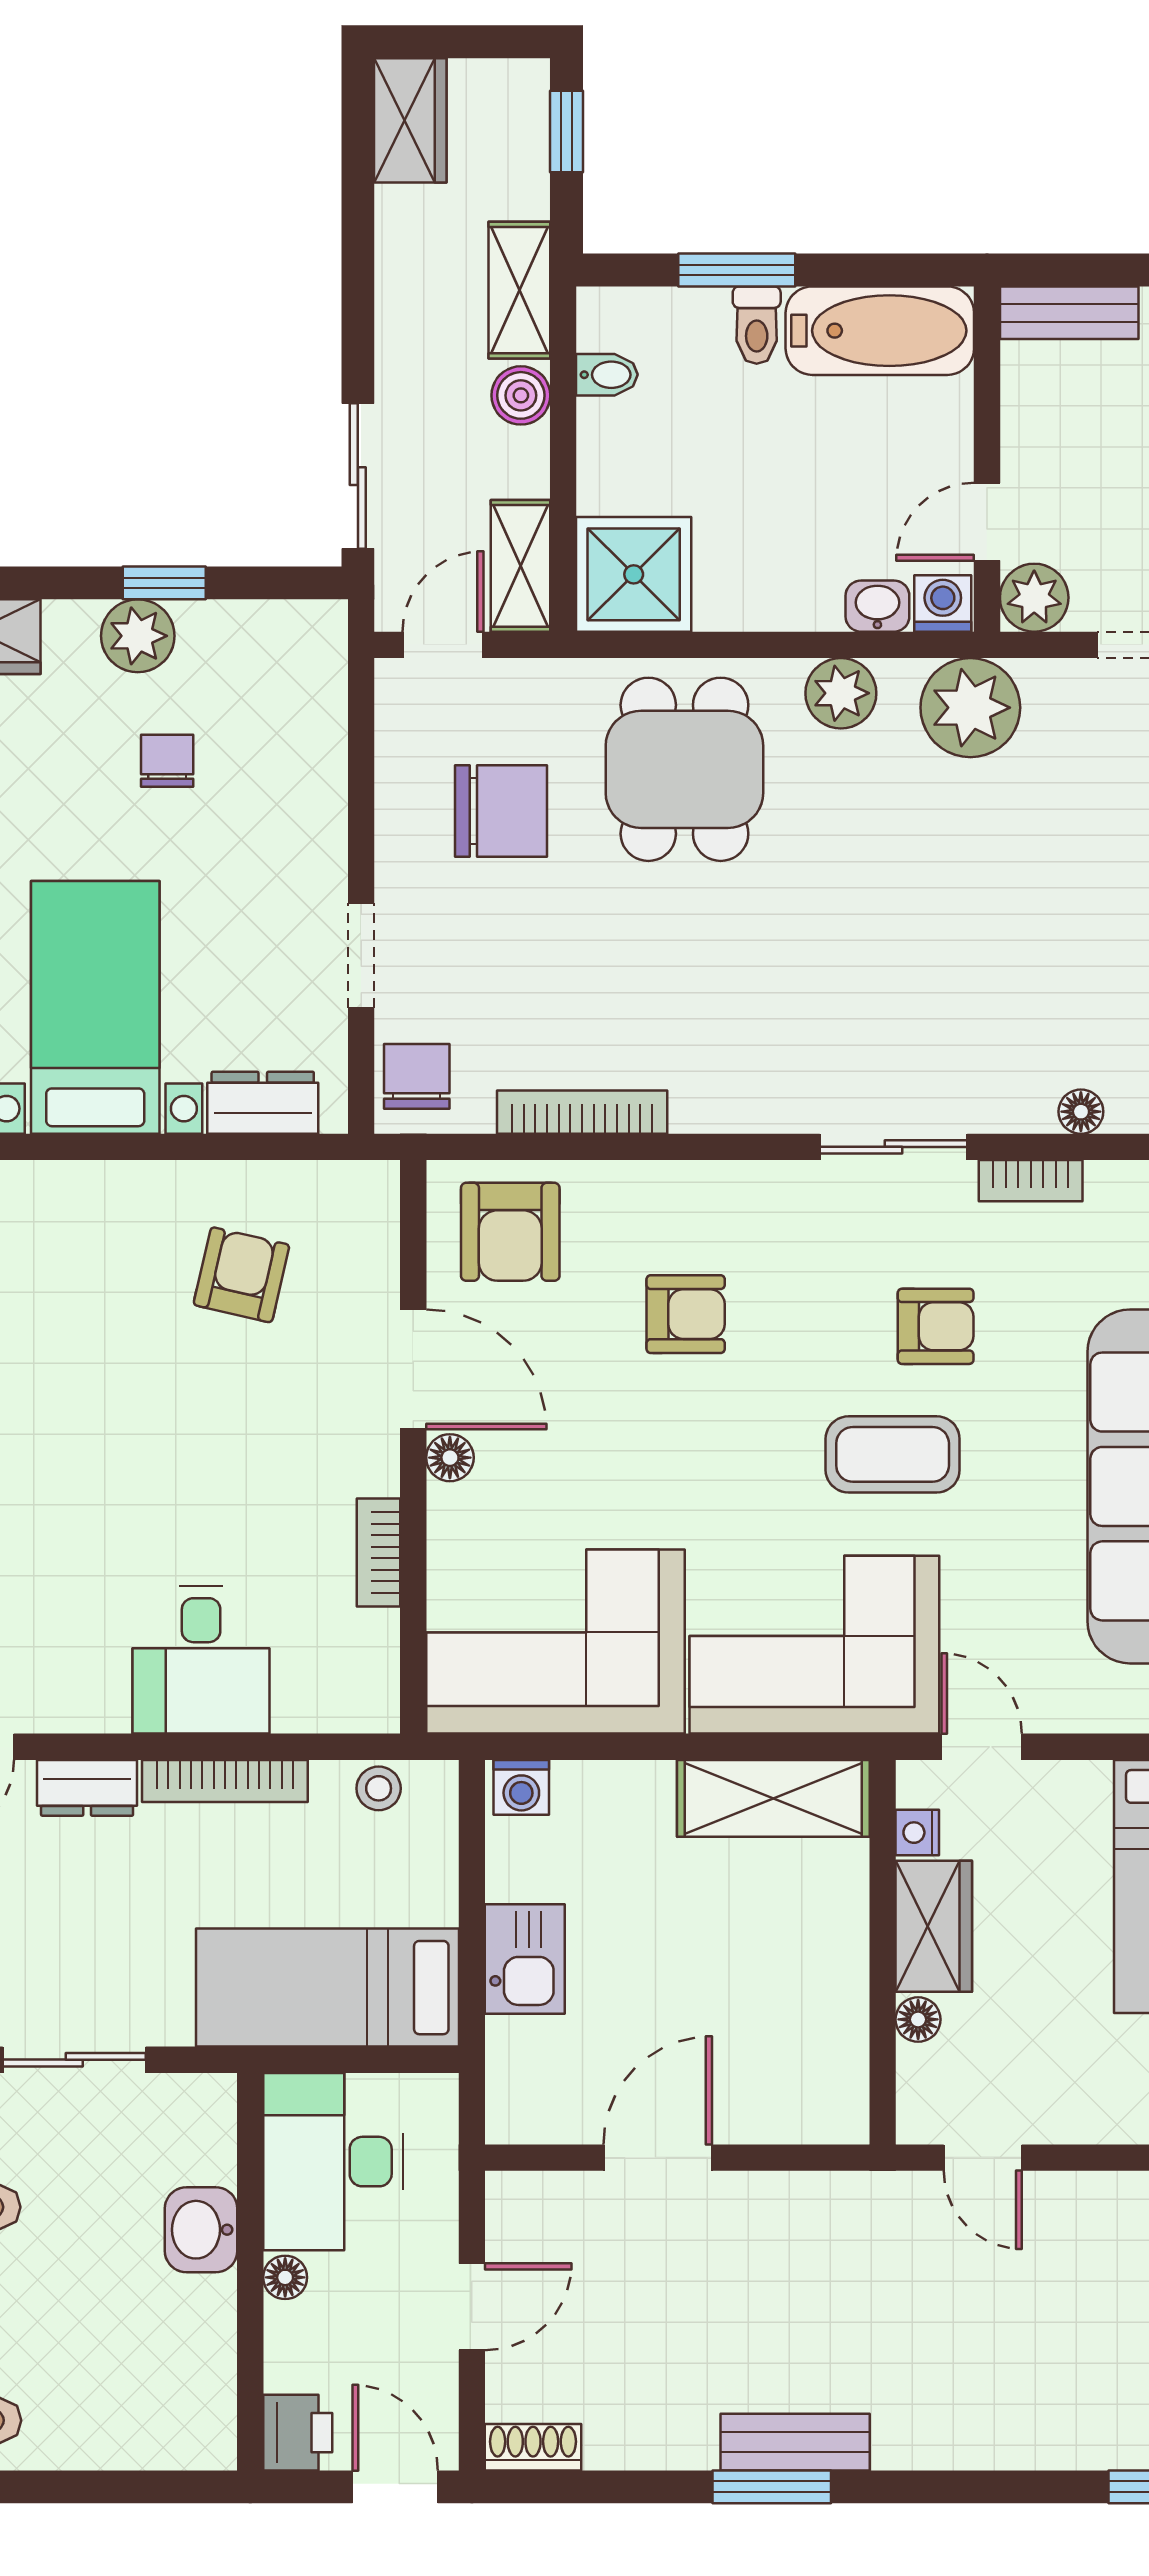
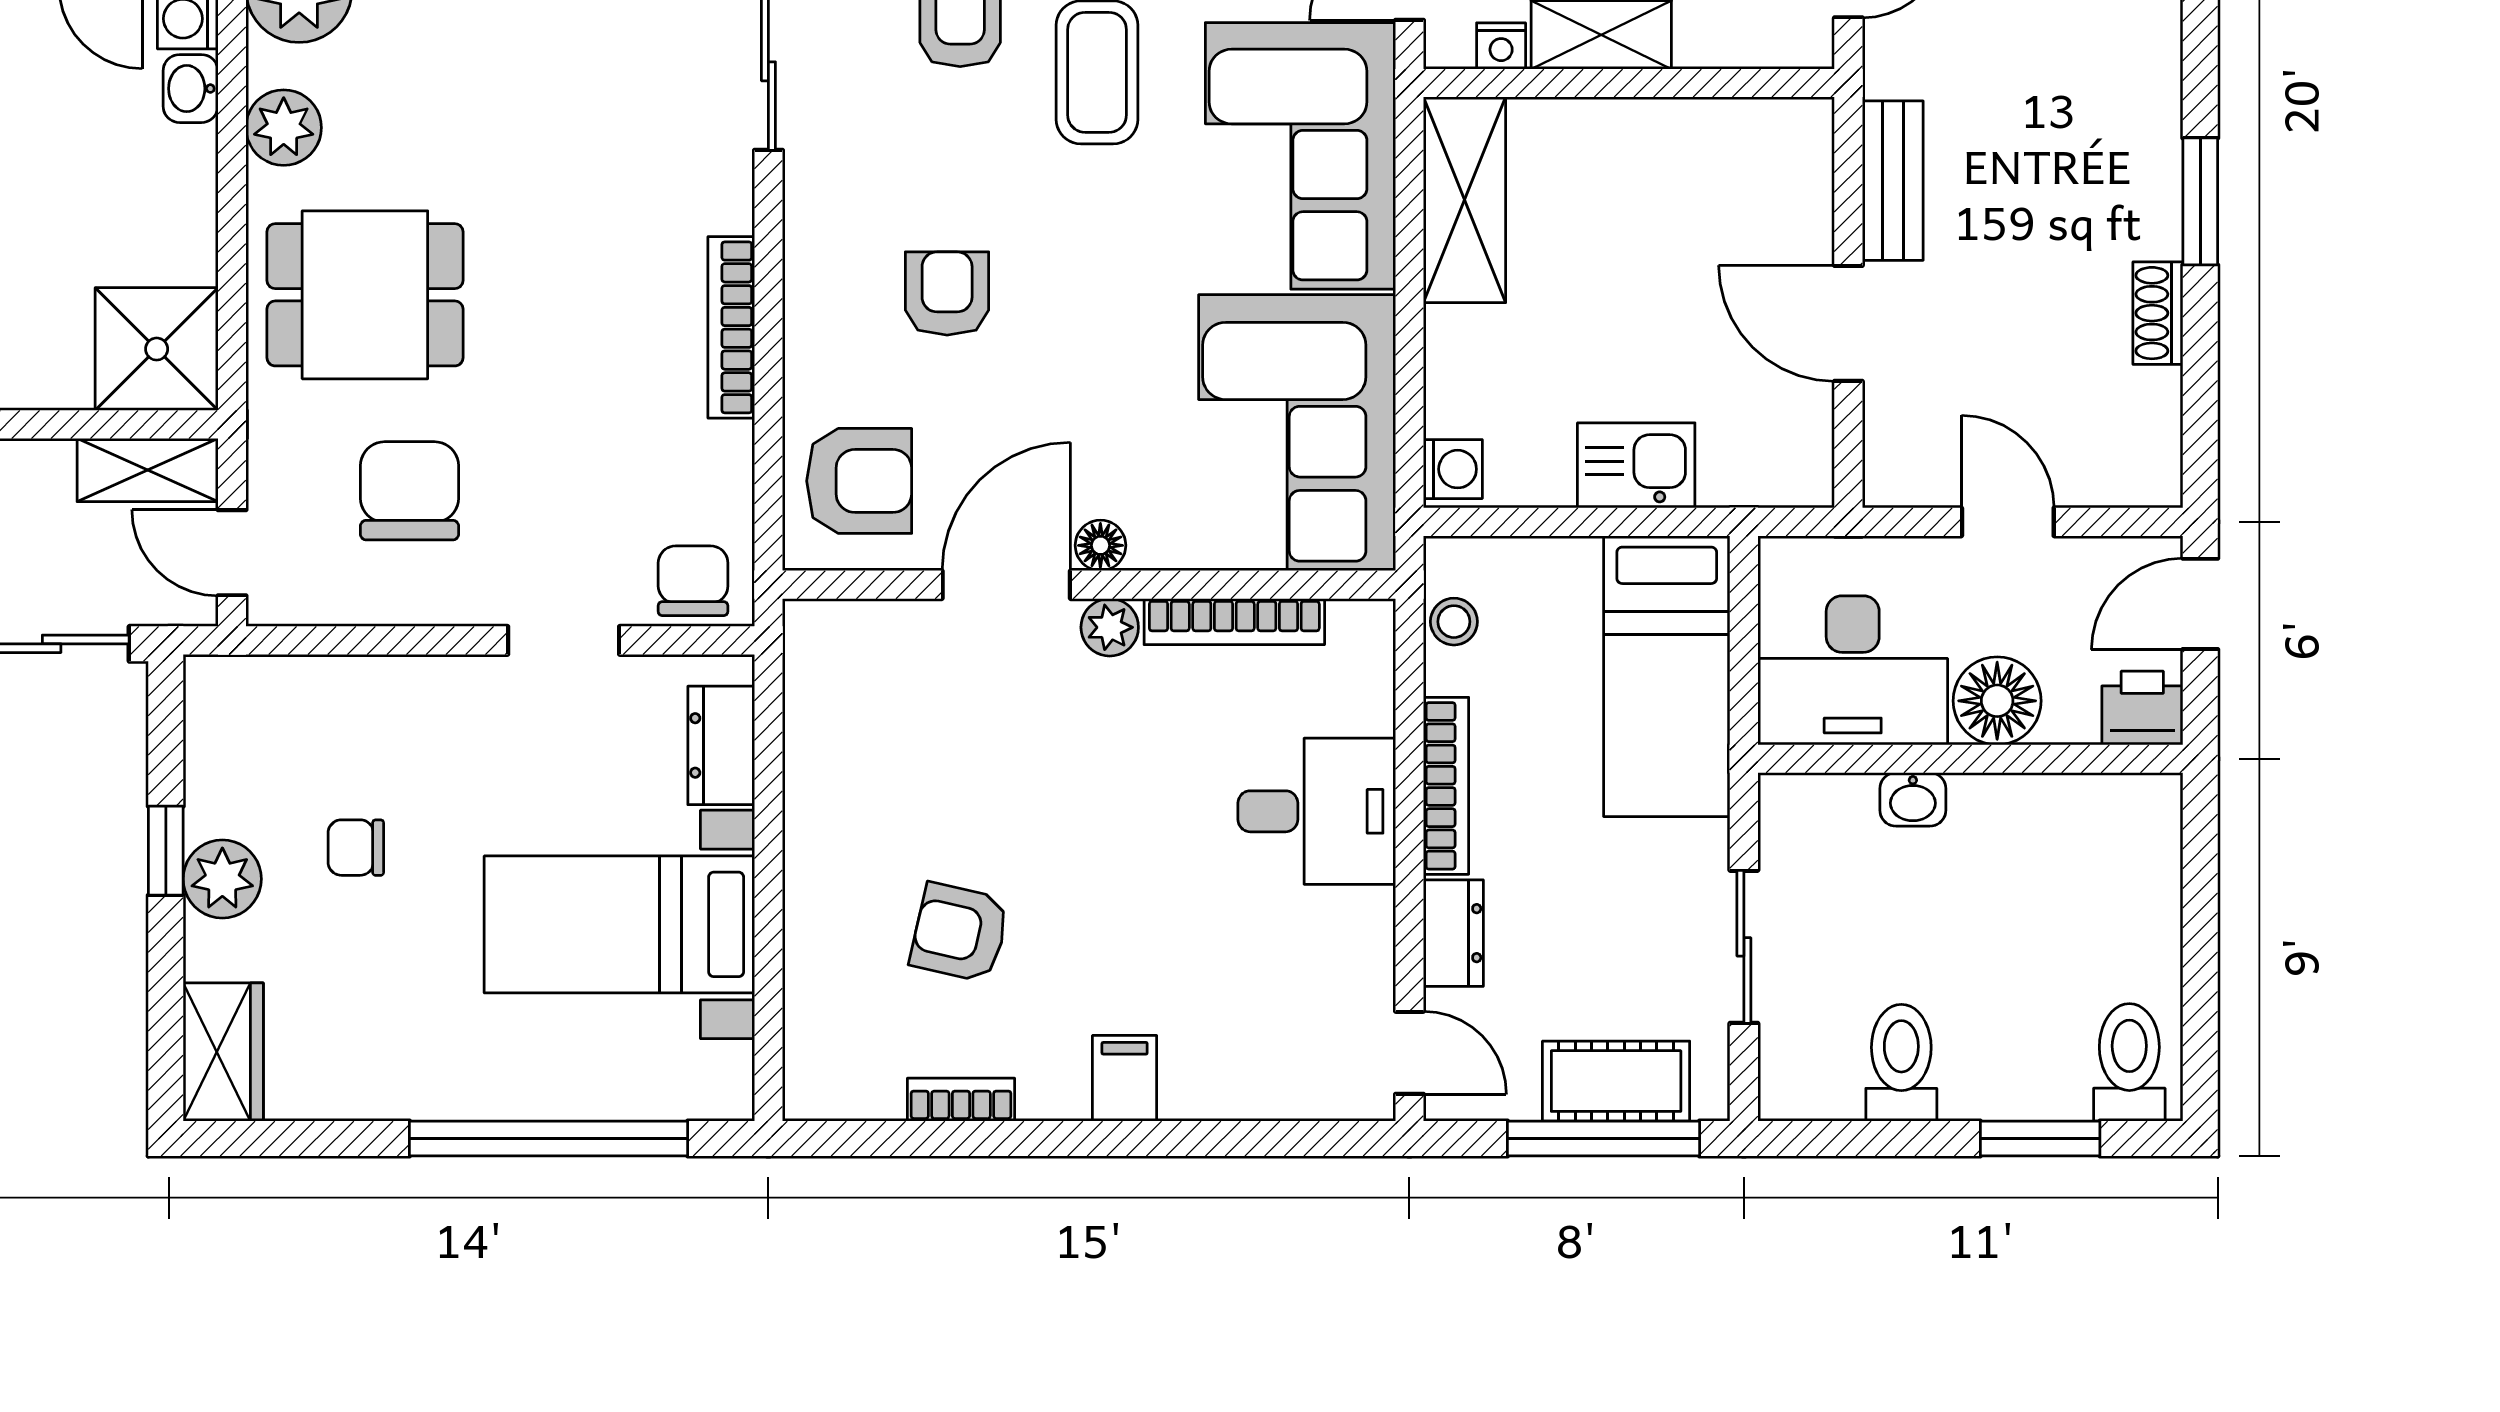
chair: (417, 1076) -> (693, 581), turned 90
bookcase: (582, 1112) -> (731, 327), moved
armchair: (241, 1275) -> (960, 933), moved
plant: (373, 1466) -> (1110, 627), added
bookcase: (379, 1552) -> (1234, 622), width x1.56
floor lamp: (918, 2019) -> (1701, 45), removed
washbasin: (201, 2230) -> (1913, 799), width x0.72, depth x0.69
floor lamp: (285, 2277) -> (1997, 701), width x1.89, depth x1.89
bench: (795, 2442) -> (1893, 181), moved
shoe rack: (533, 2447) -> (2158, 313), moved

